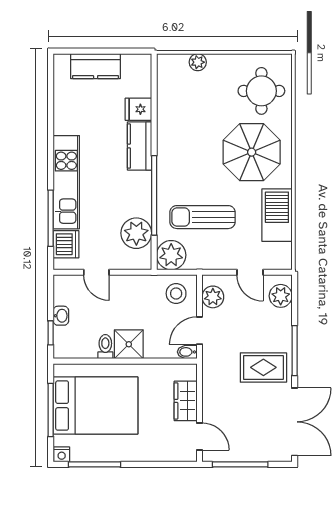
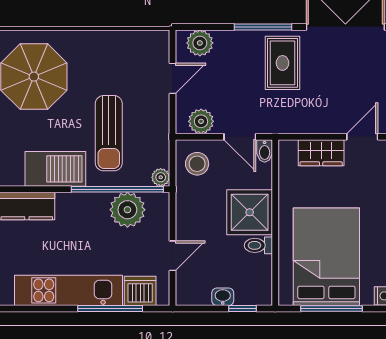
window: (154, 195) -> (117, 189), moved
barbecue: (277, 215) -> (55, 169), moved, turned 180
plant: (171, 255) -> (161, 177), width x0.53, depth x0.53
shower: (129, 344) -> (250, 212), width x1.36, depth x1.36

